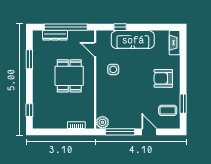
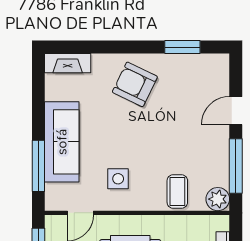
window: (120, 27) -> (38, 166), width x2.17
armchair: (163, 78) -> (135, 84), turned 116
coffee table: (168, 110) -> (177, 191), moved

